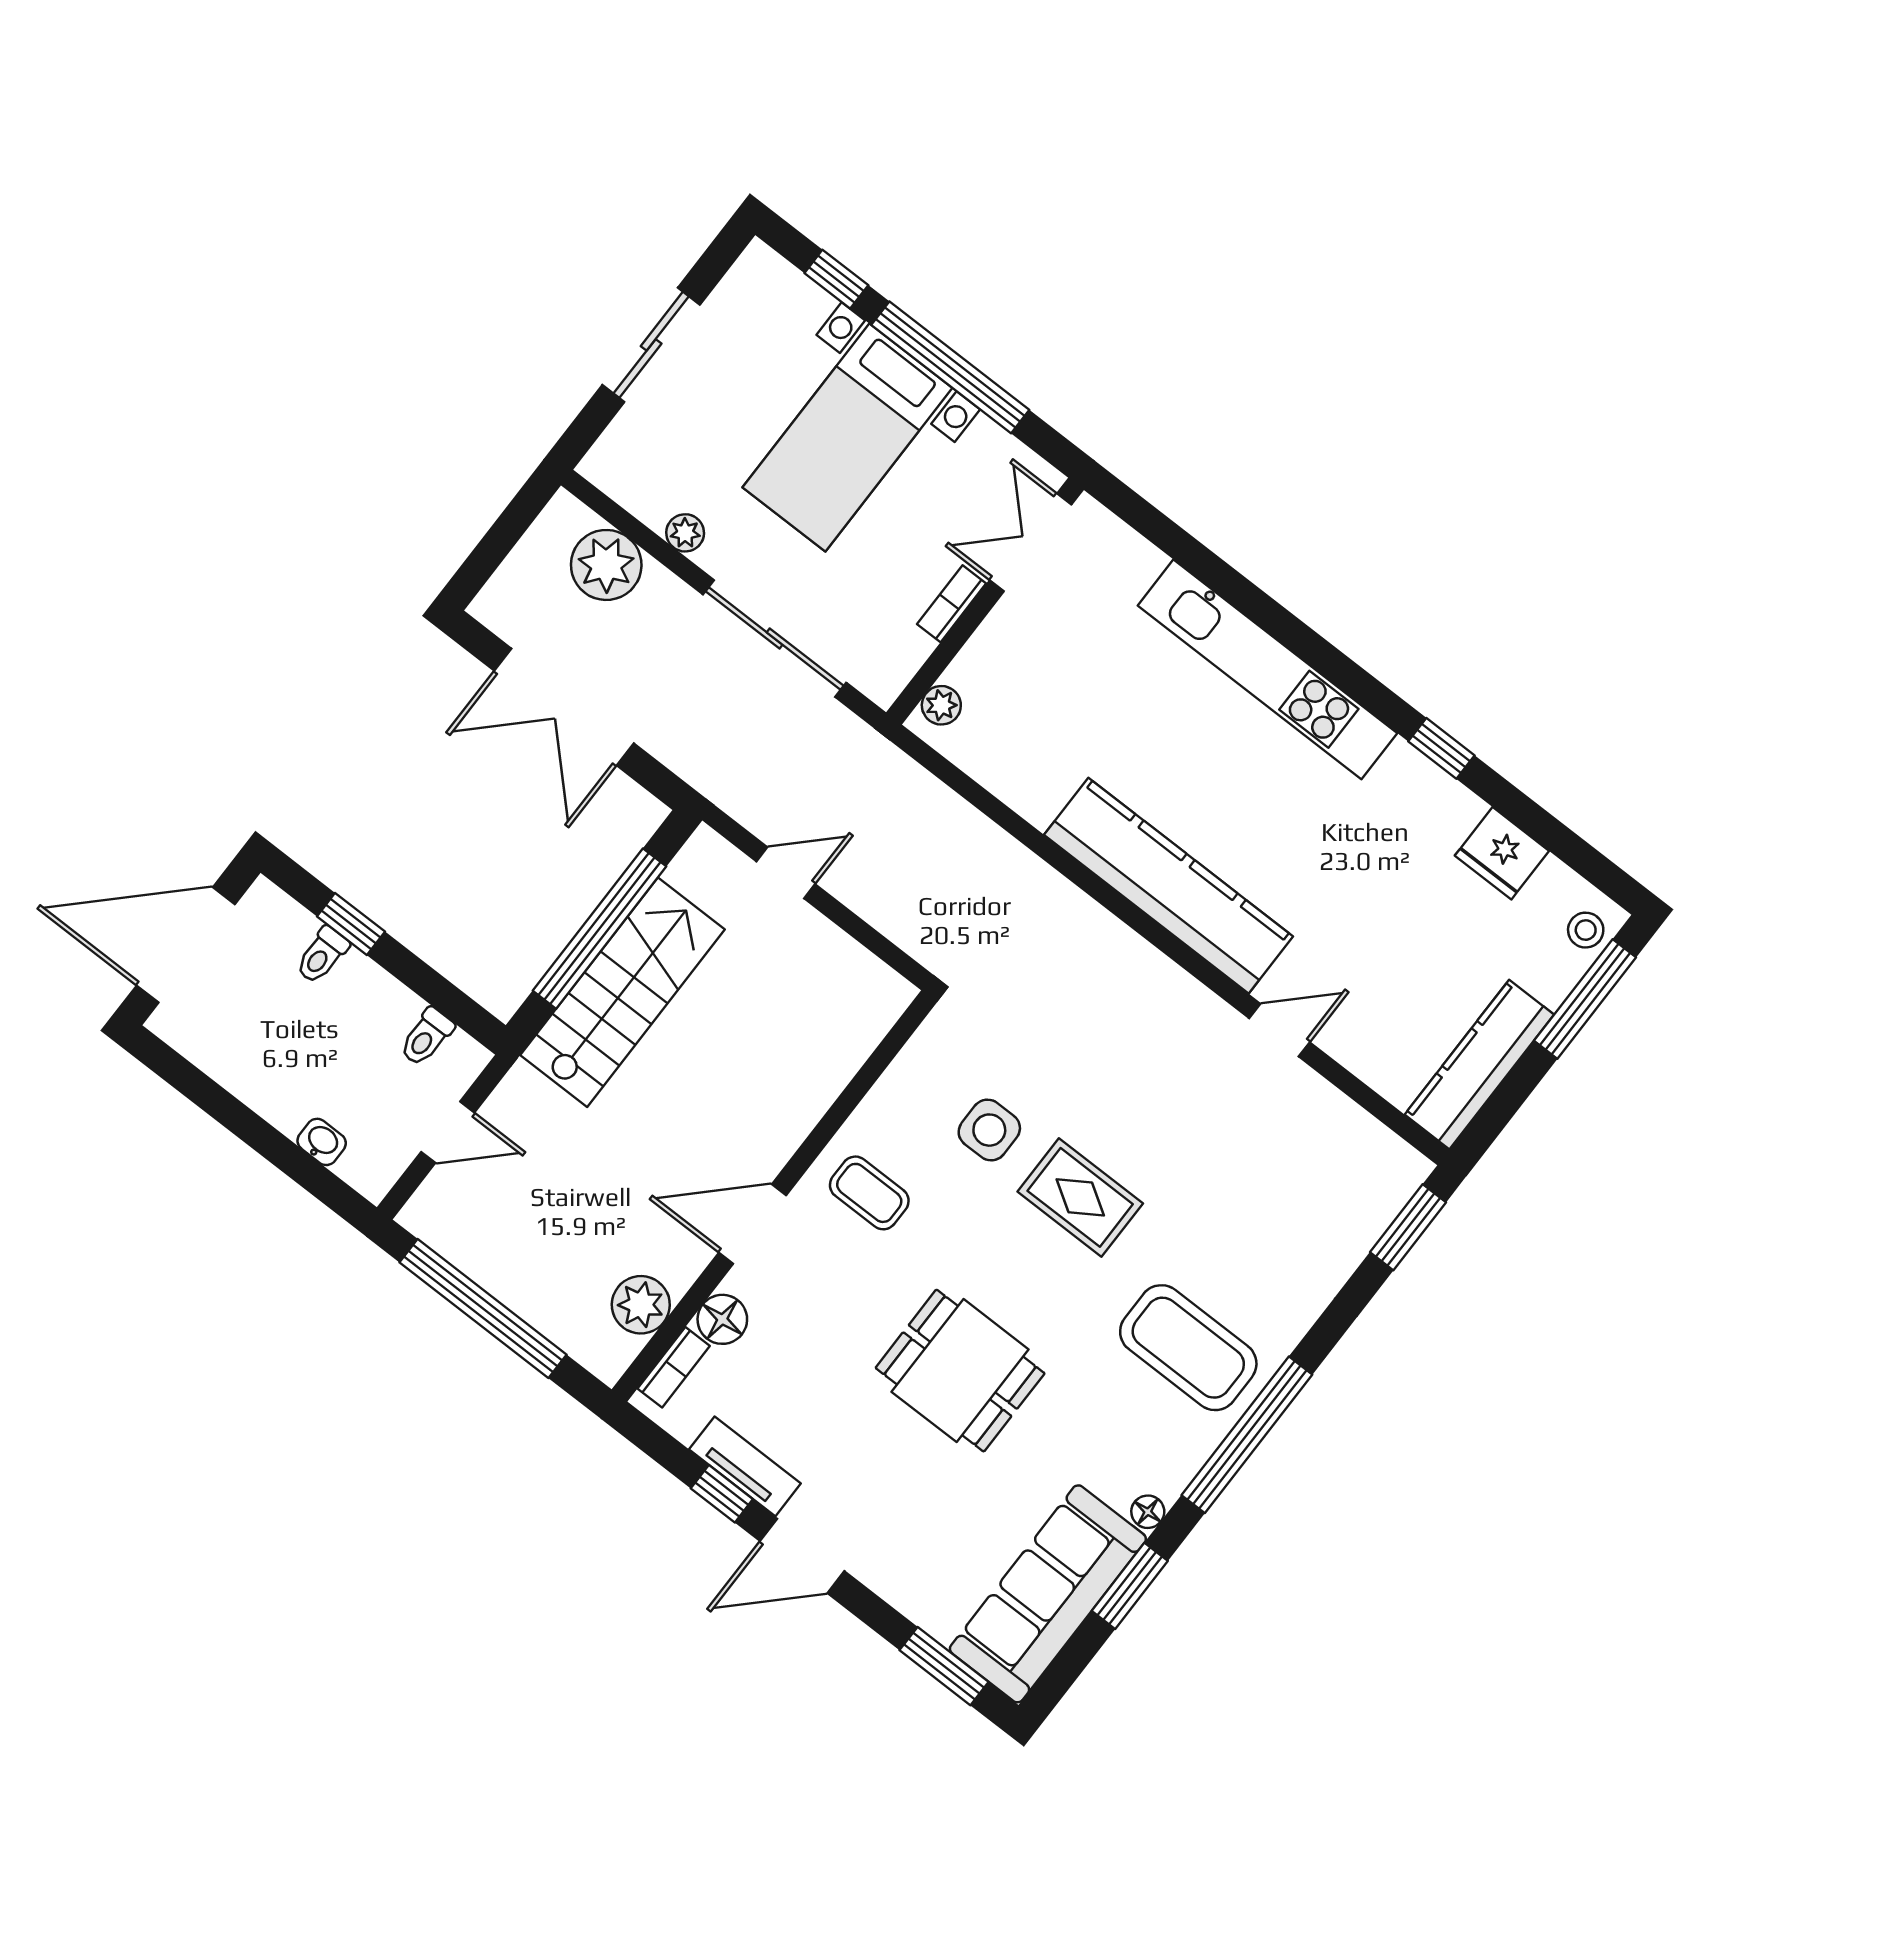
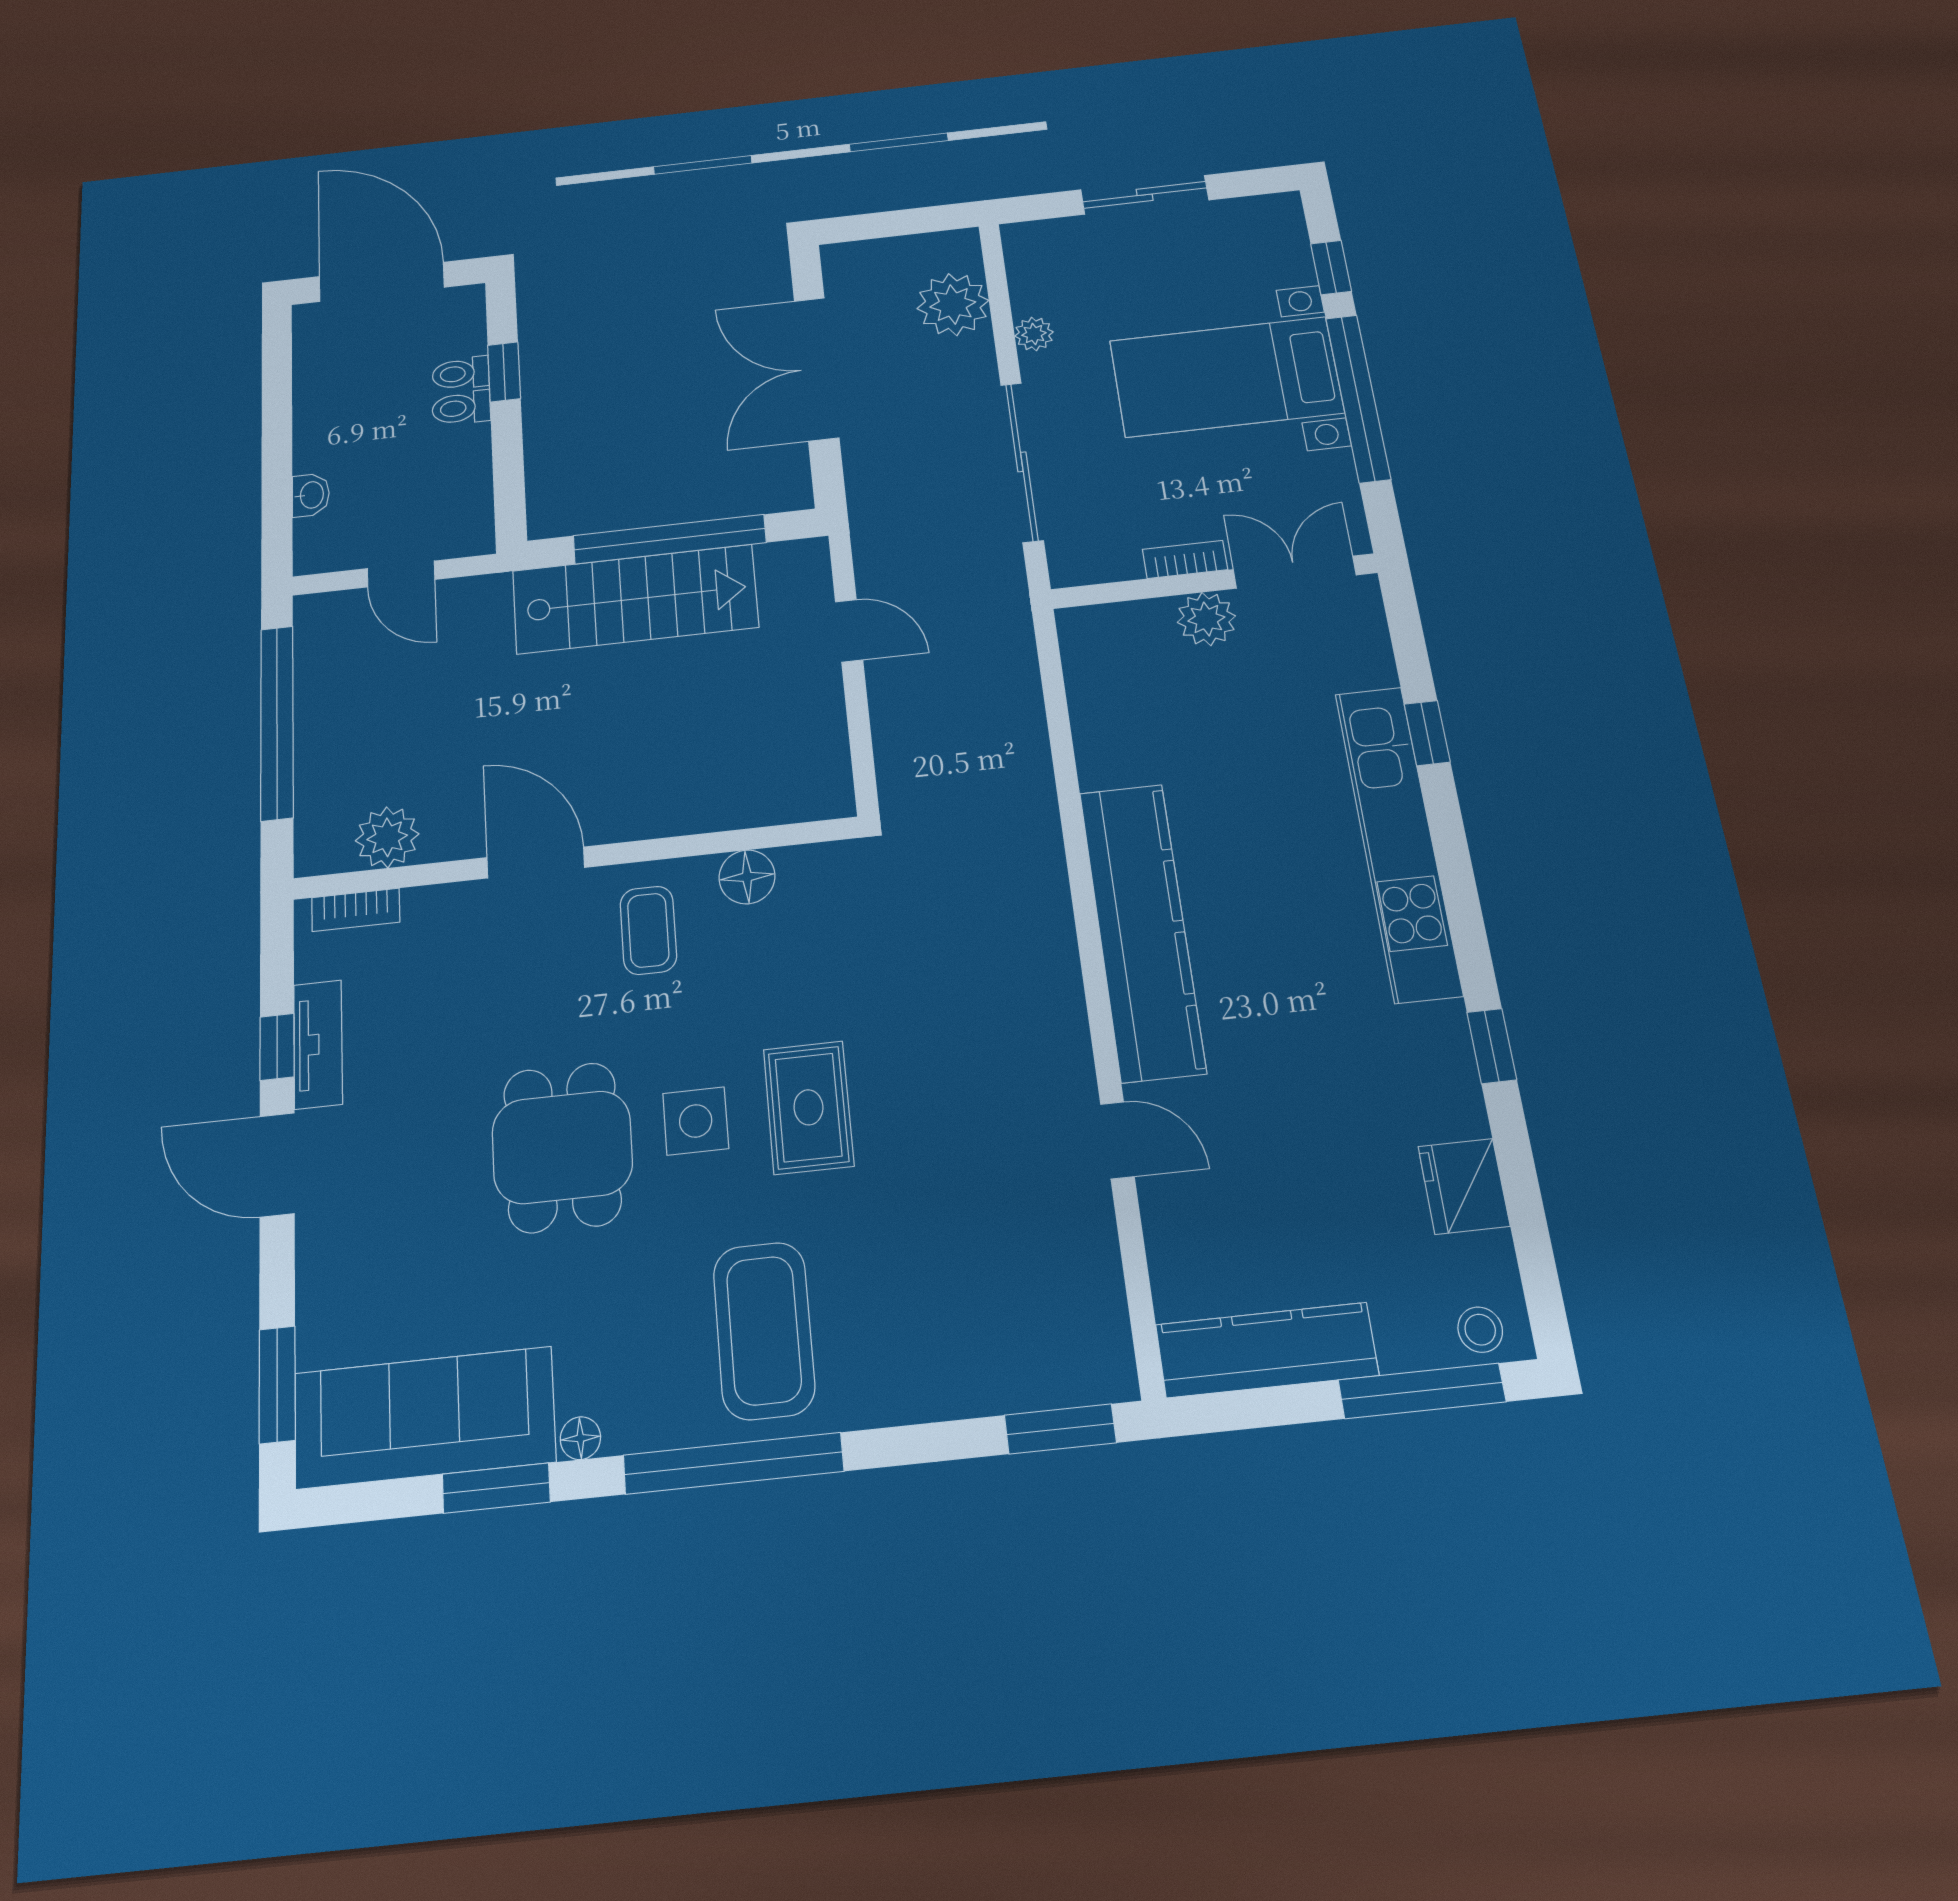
window: (1218, 575) -> (1427, 733), added
plant: (941, 705) -> (1206, 619), moved, width x1.38, depth x1.38
toilet: (427, 1037) -> (461, 408), moved
side table: (989, 1130) -> (696, 1121), moved
floor lamp: (722, 1319) -> (747, 877), moved

